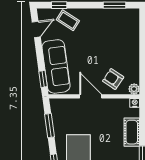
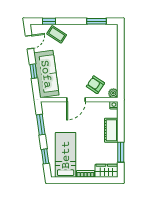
window: (43, 79) -> (33, 71), moved
door: (91, 96) -> (76, 100), swing flipped

